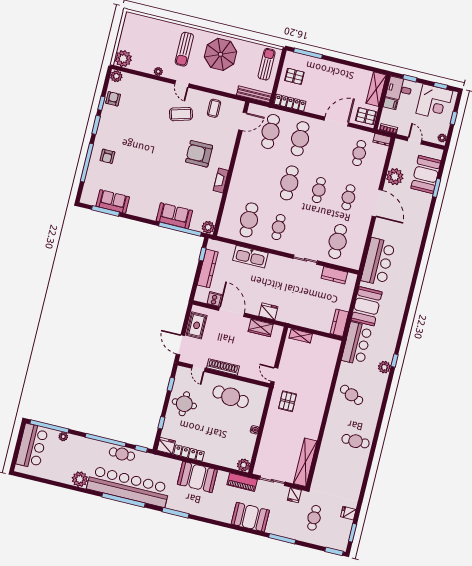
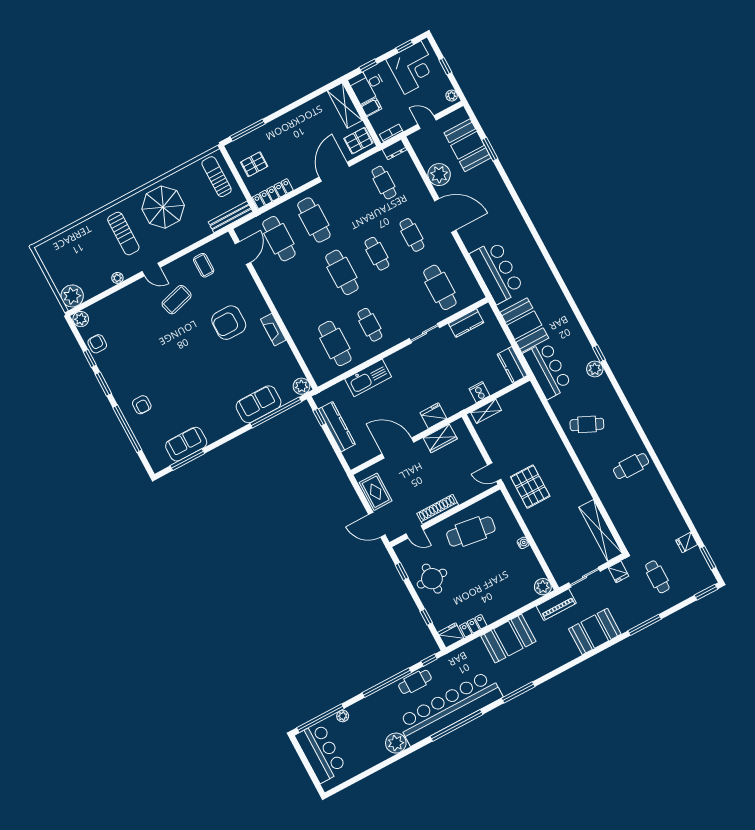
cooker: (214, 299) -> (479, 392), moved
pallet: (287, 401) -> (530, 487), width x1.50, depth x1.42
locker: (189, 453) -> (473, 626), width x0.66

